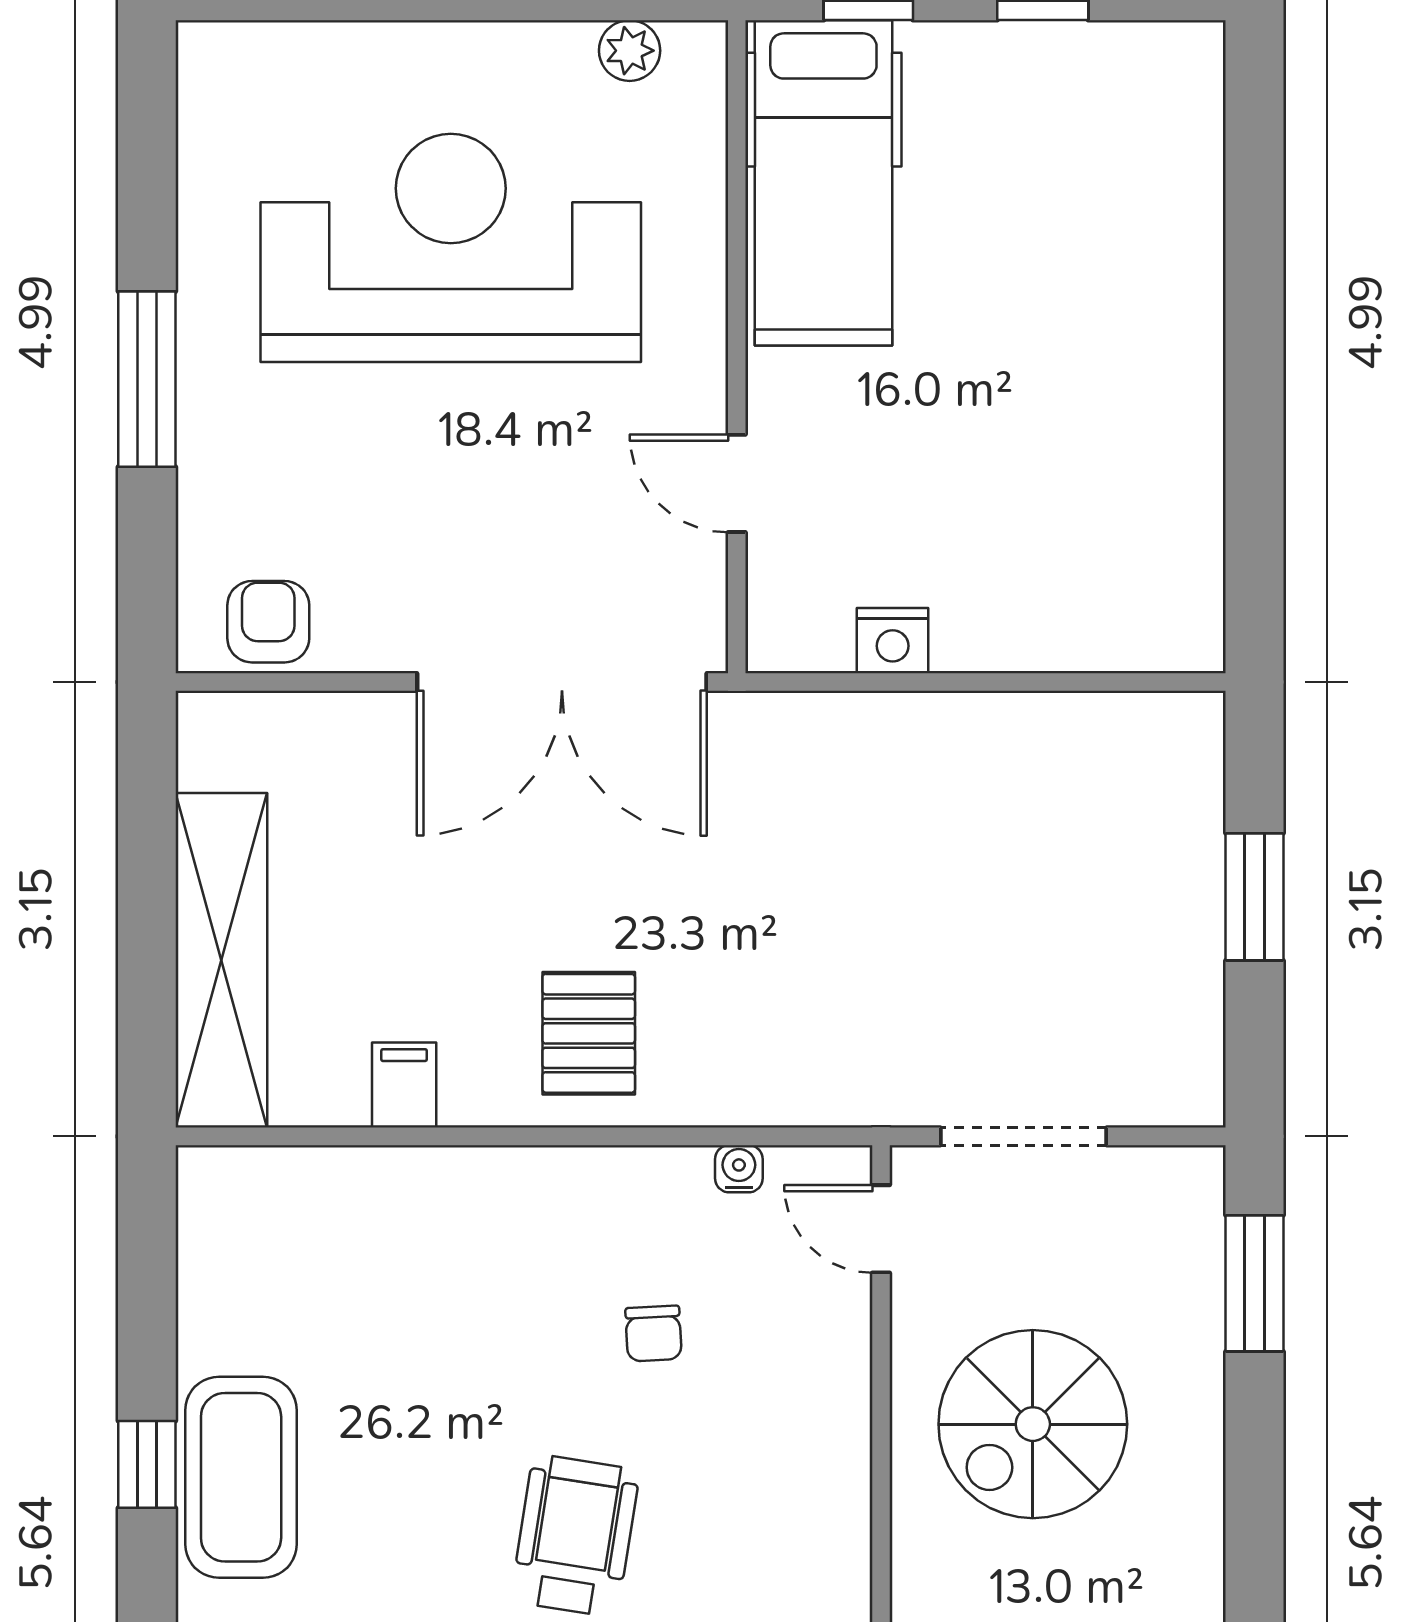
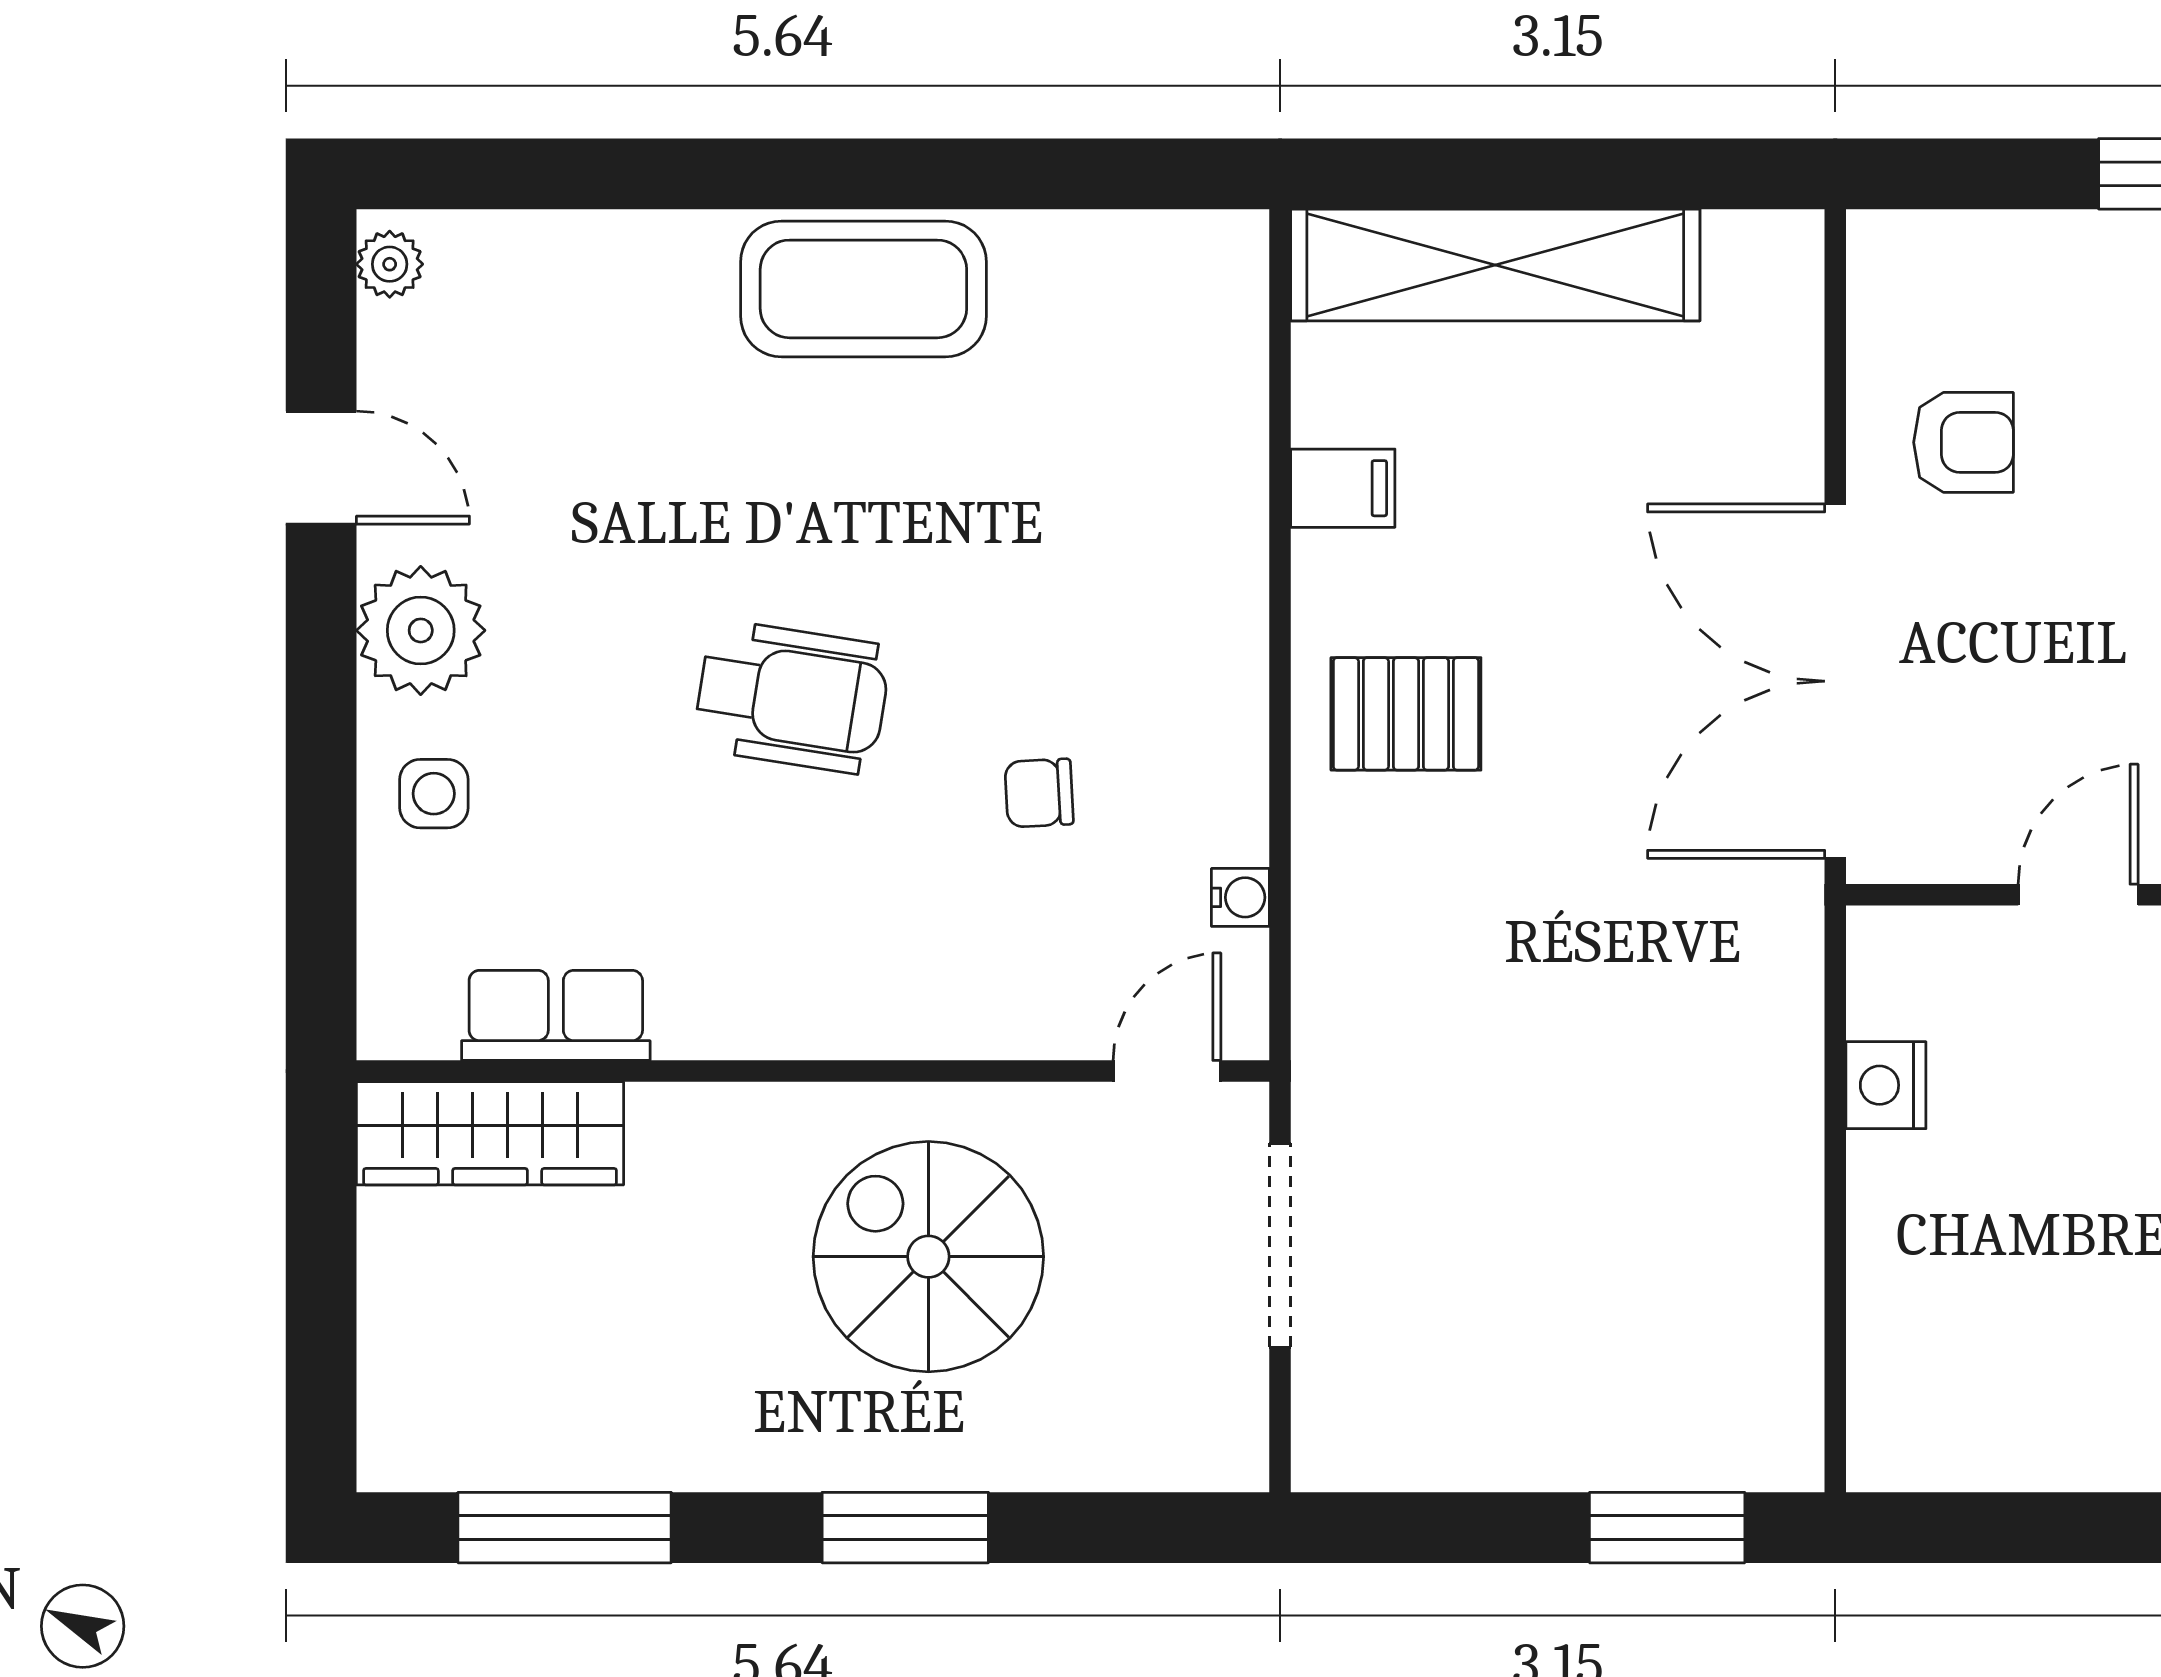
armchair: (268, 622) -> (1963, 442), moved
window: (1255, 897) -> (1667, 1528), moved
window: (1255, 1283) -> (905, 1528), moved
window: (147, 1464) -> (879, 174), removed

